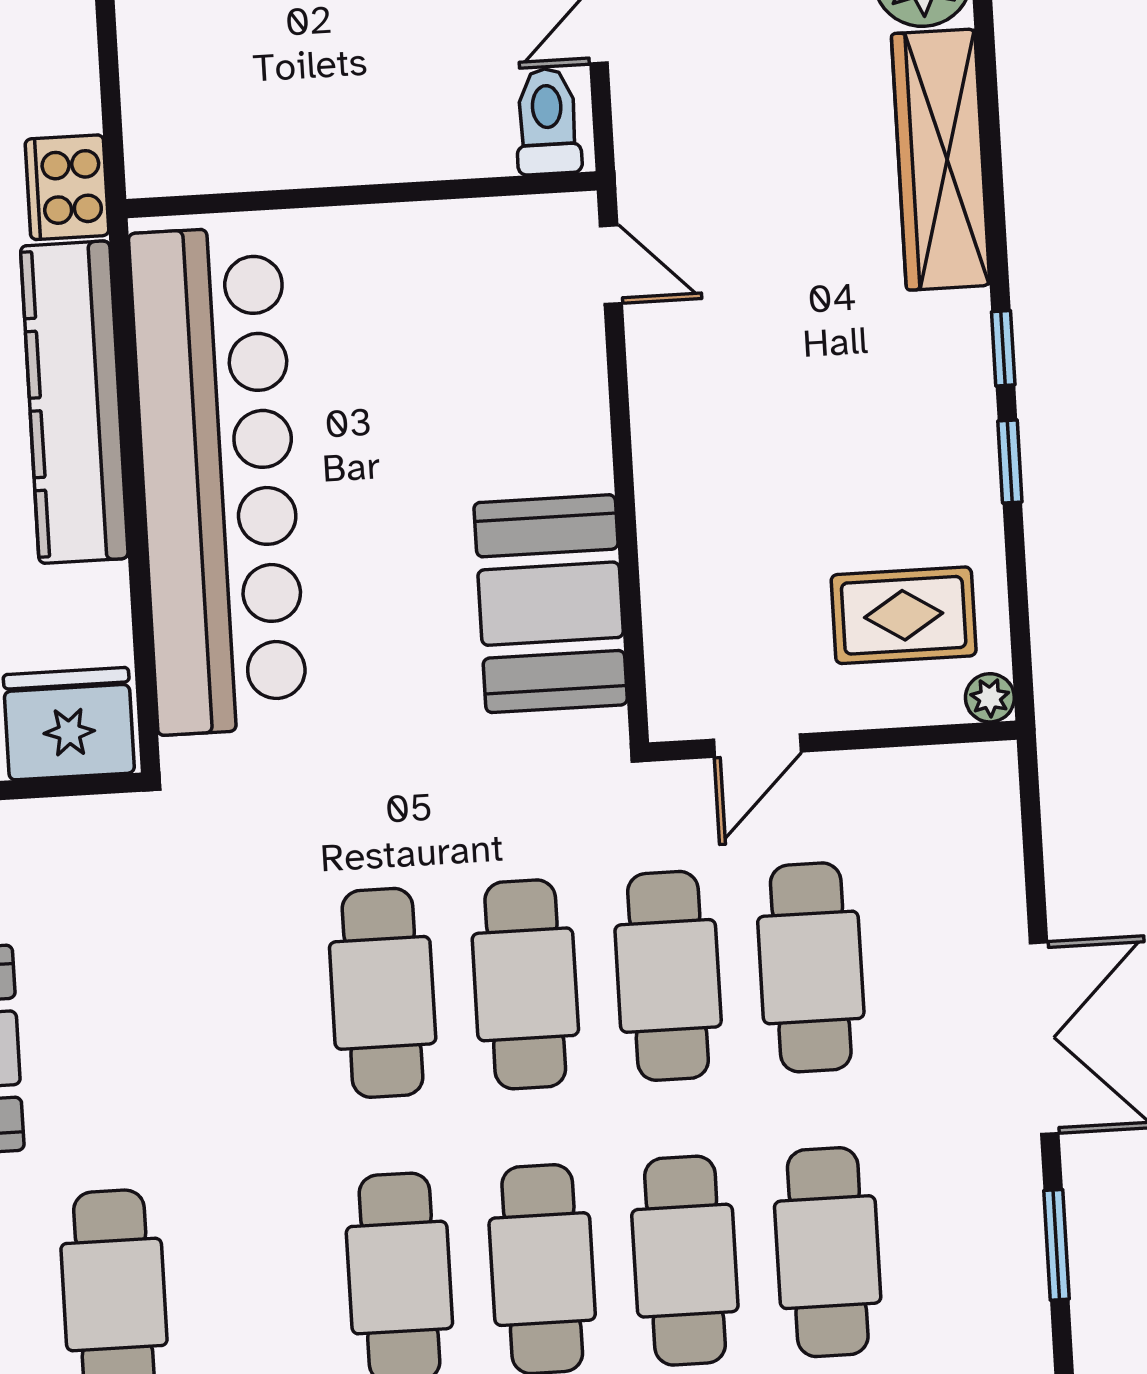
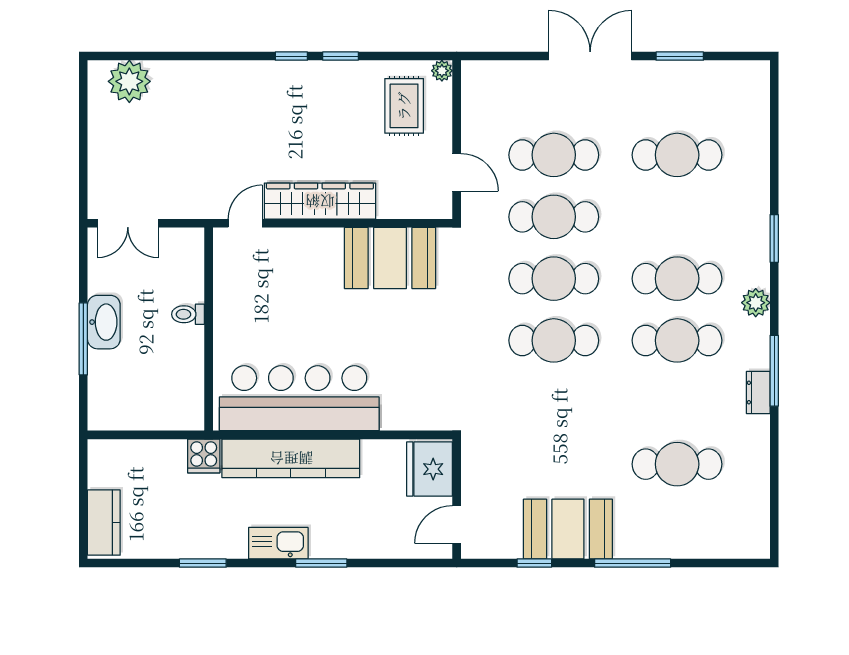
toilet: (548, 121) -> (188, 314), moved, width x0.73, depth x0.72
wardrobe: (941, 160) -> (320, 201), moved, turned 180
cooker: (67, 187) -> (204, 456), width x0.73
bar counter: (218, 480) -> (299, 398), width x0.73
cafe table: (685, 1261) -> (677, 217), removed

